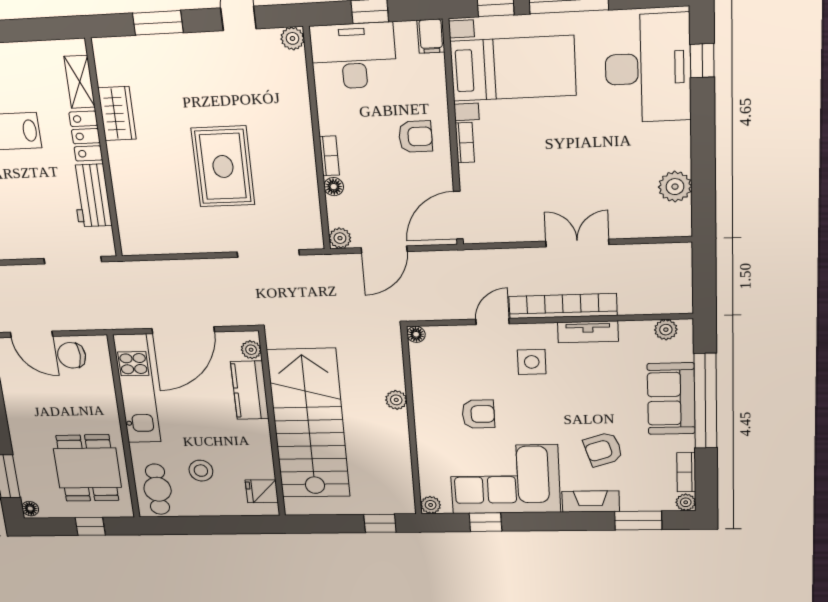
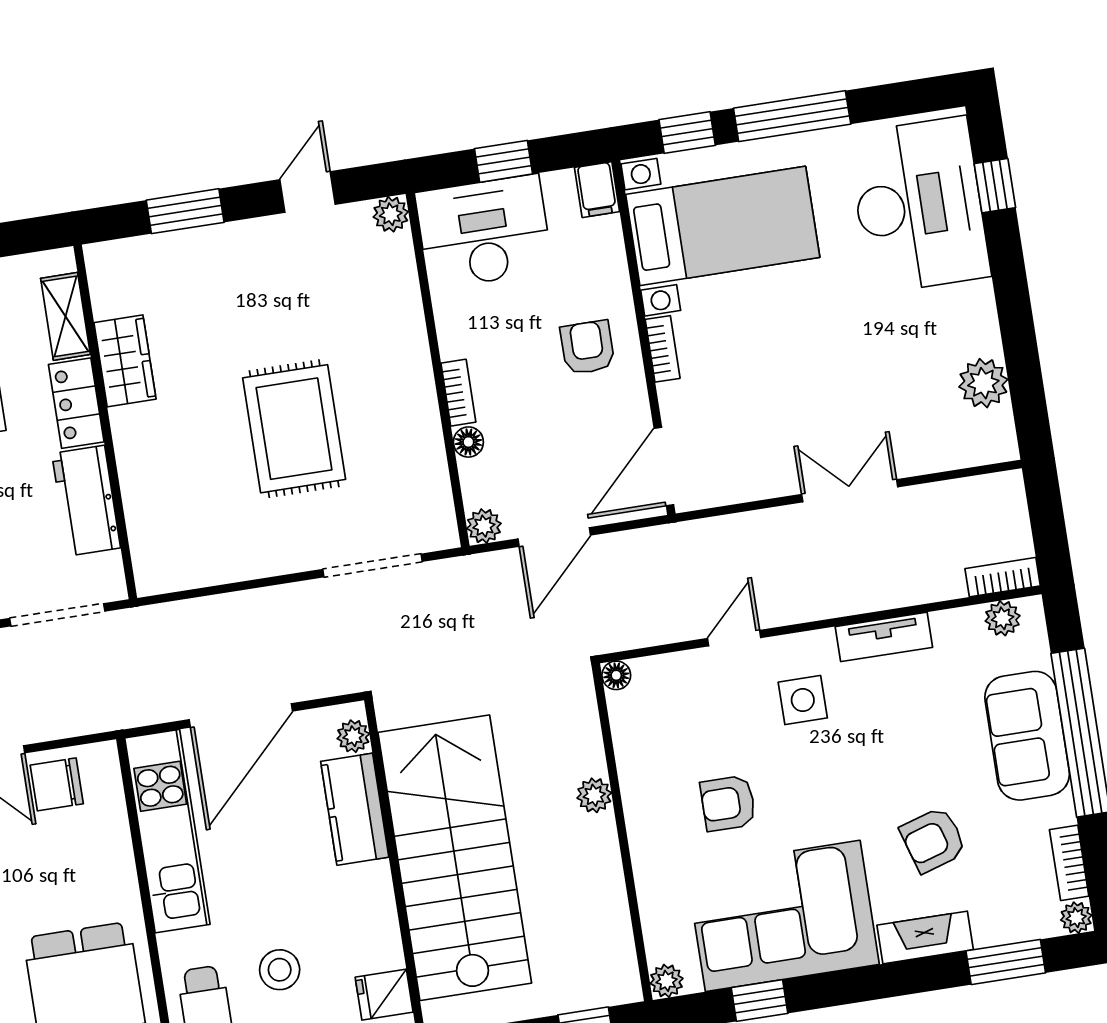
armchair: (415, 137) -> (587, 347), turned -90
bookcase: (563, 306) -> (1003, 577), moved, width x0.43, depth x0.76
armchair: (478, 414) -> (728, 803), turned 180

